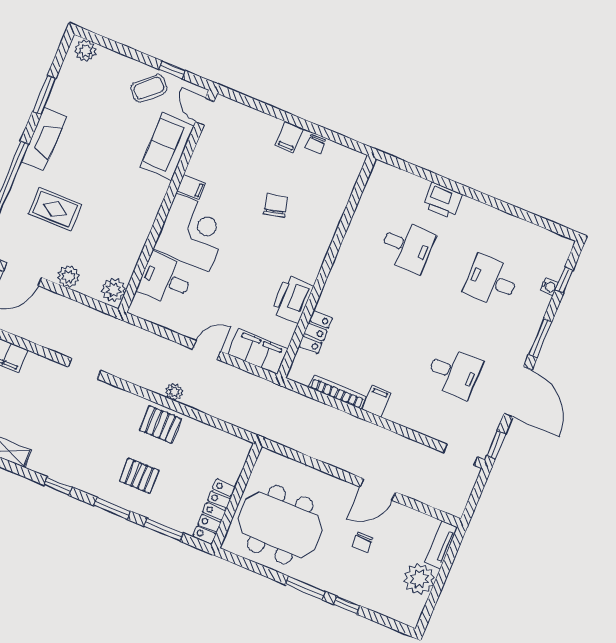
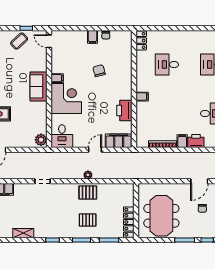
sofa: (167, 146) -> (39, 86), moved
printer: (443, 201) -> (196, 141), moved, turned 180
desk: (407, 246) -> (167, 65), turned 180
plant: (68, 276) -> (18, 142), removed
desk: (165, 280) -> (62, 136), moved, turned -90
filing cabinet: (336, 287) -> (142, 97), added
locker: (315, 332) -> (141, 41), moved
meeting table: (280, 525) -> (161, 216), turned 90

